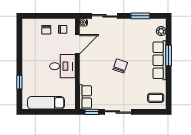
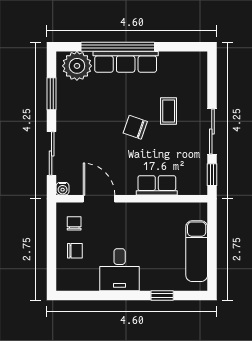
plant: (161, 31) -> (77, 66), width x1.87, depth x1.87
window: (169, 56) -> (118, 47), width x2.11
desk: (63, 66) -> (120, 270), moved, turned 180
row of seats: (85, 97) -> (157, 185), moved
coffee table: (156, 98) -> (169, 111), moved

